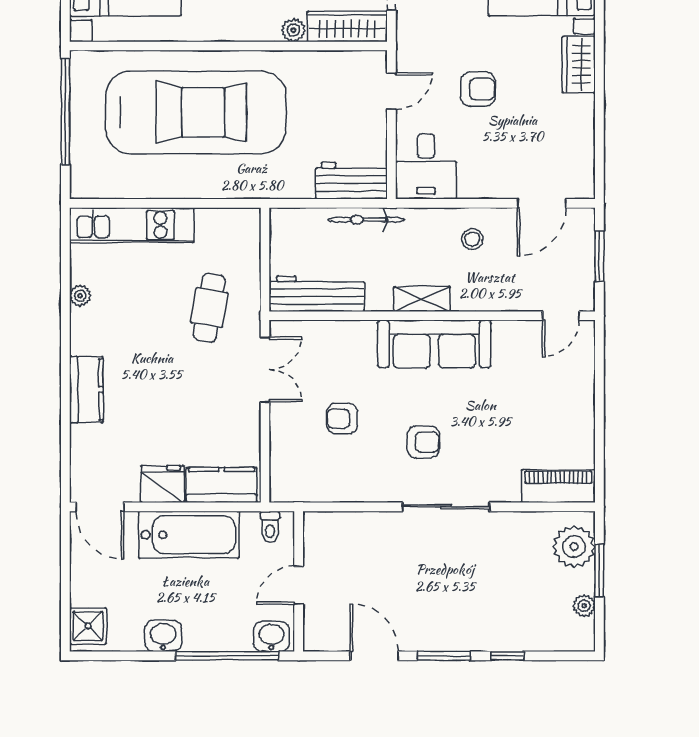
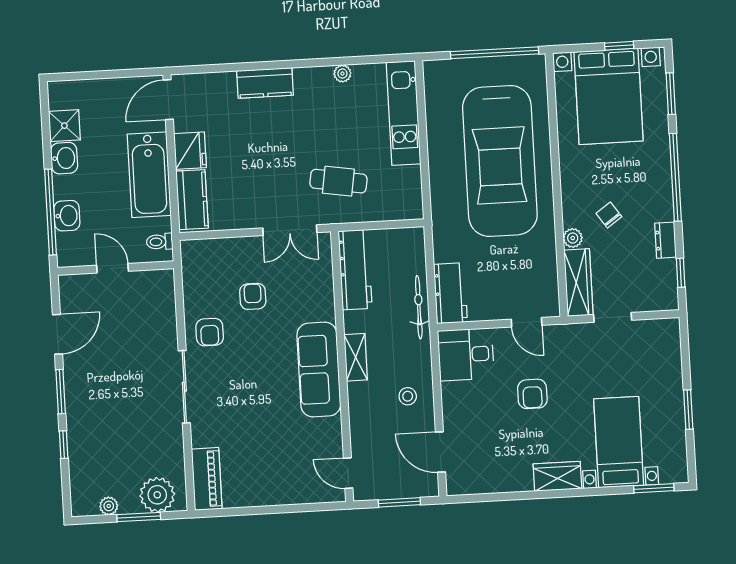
armchair: (423, 442) -> (210, 332), moved
shower: (88, 626) -> (64, 126), moved
washbasin: (271, 636) -> (67, 216), moved

